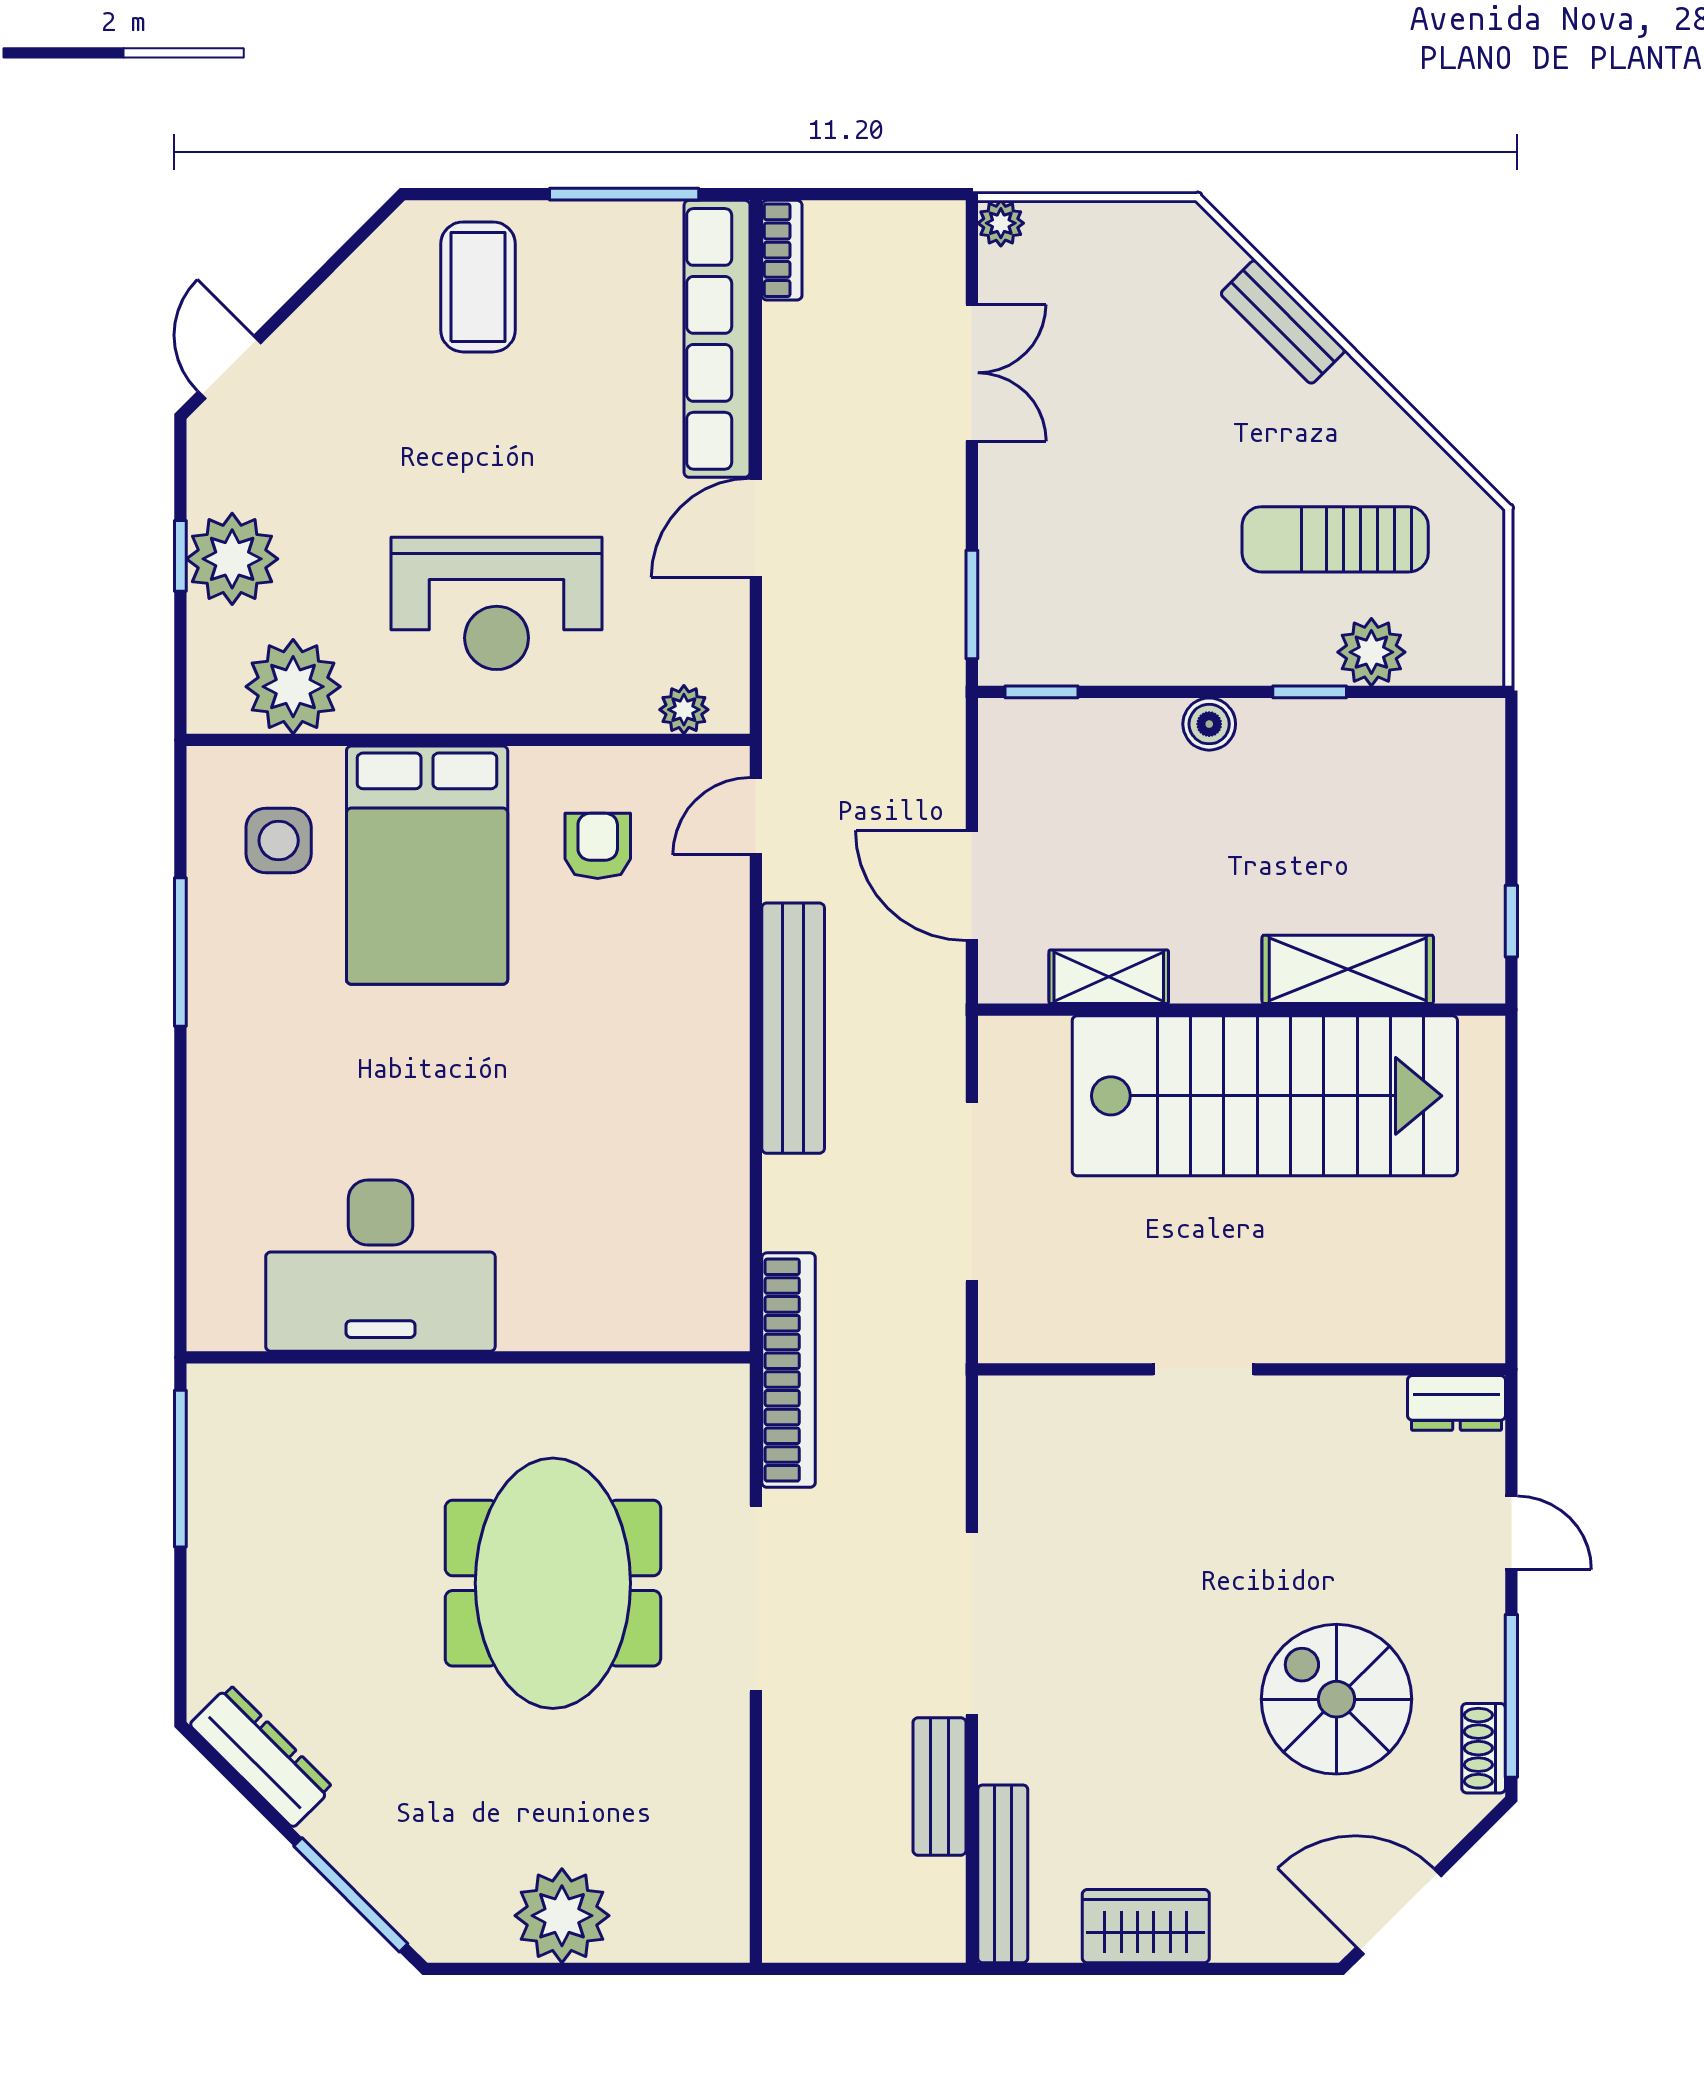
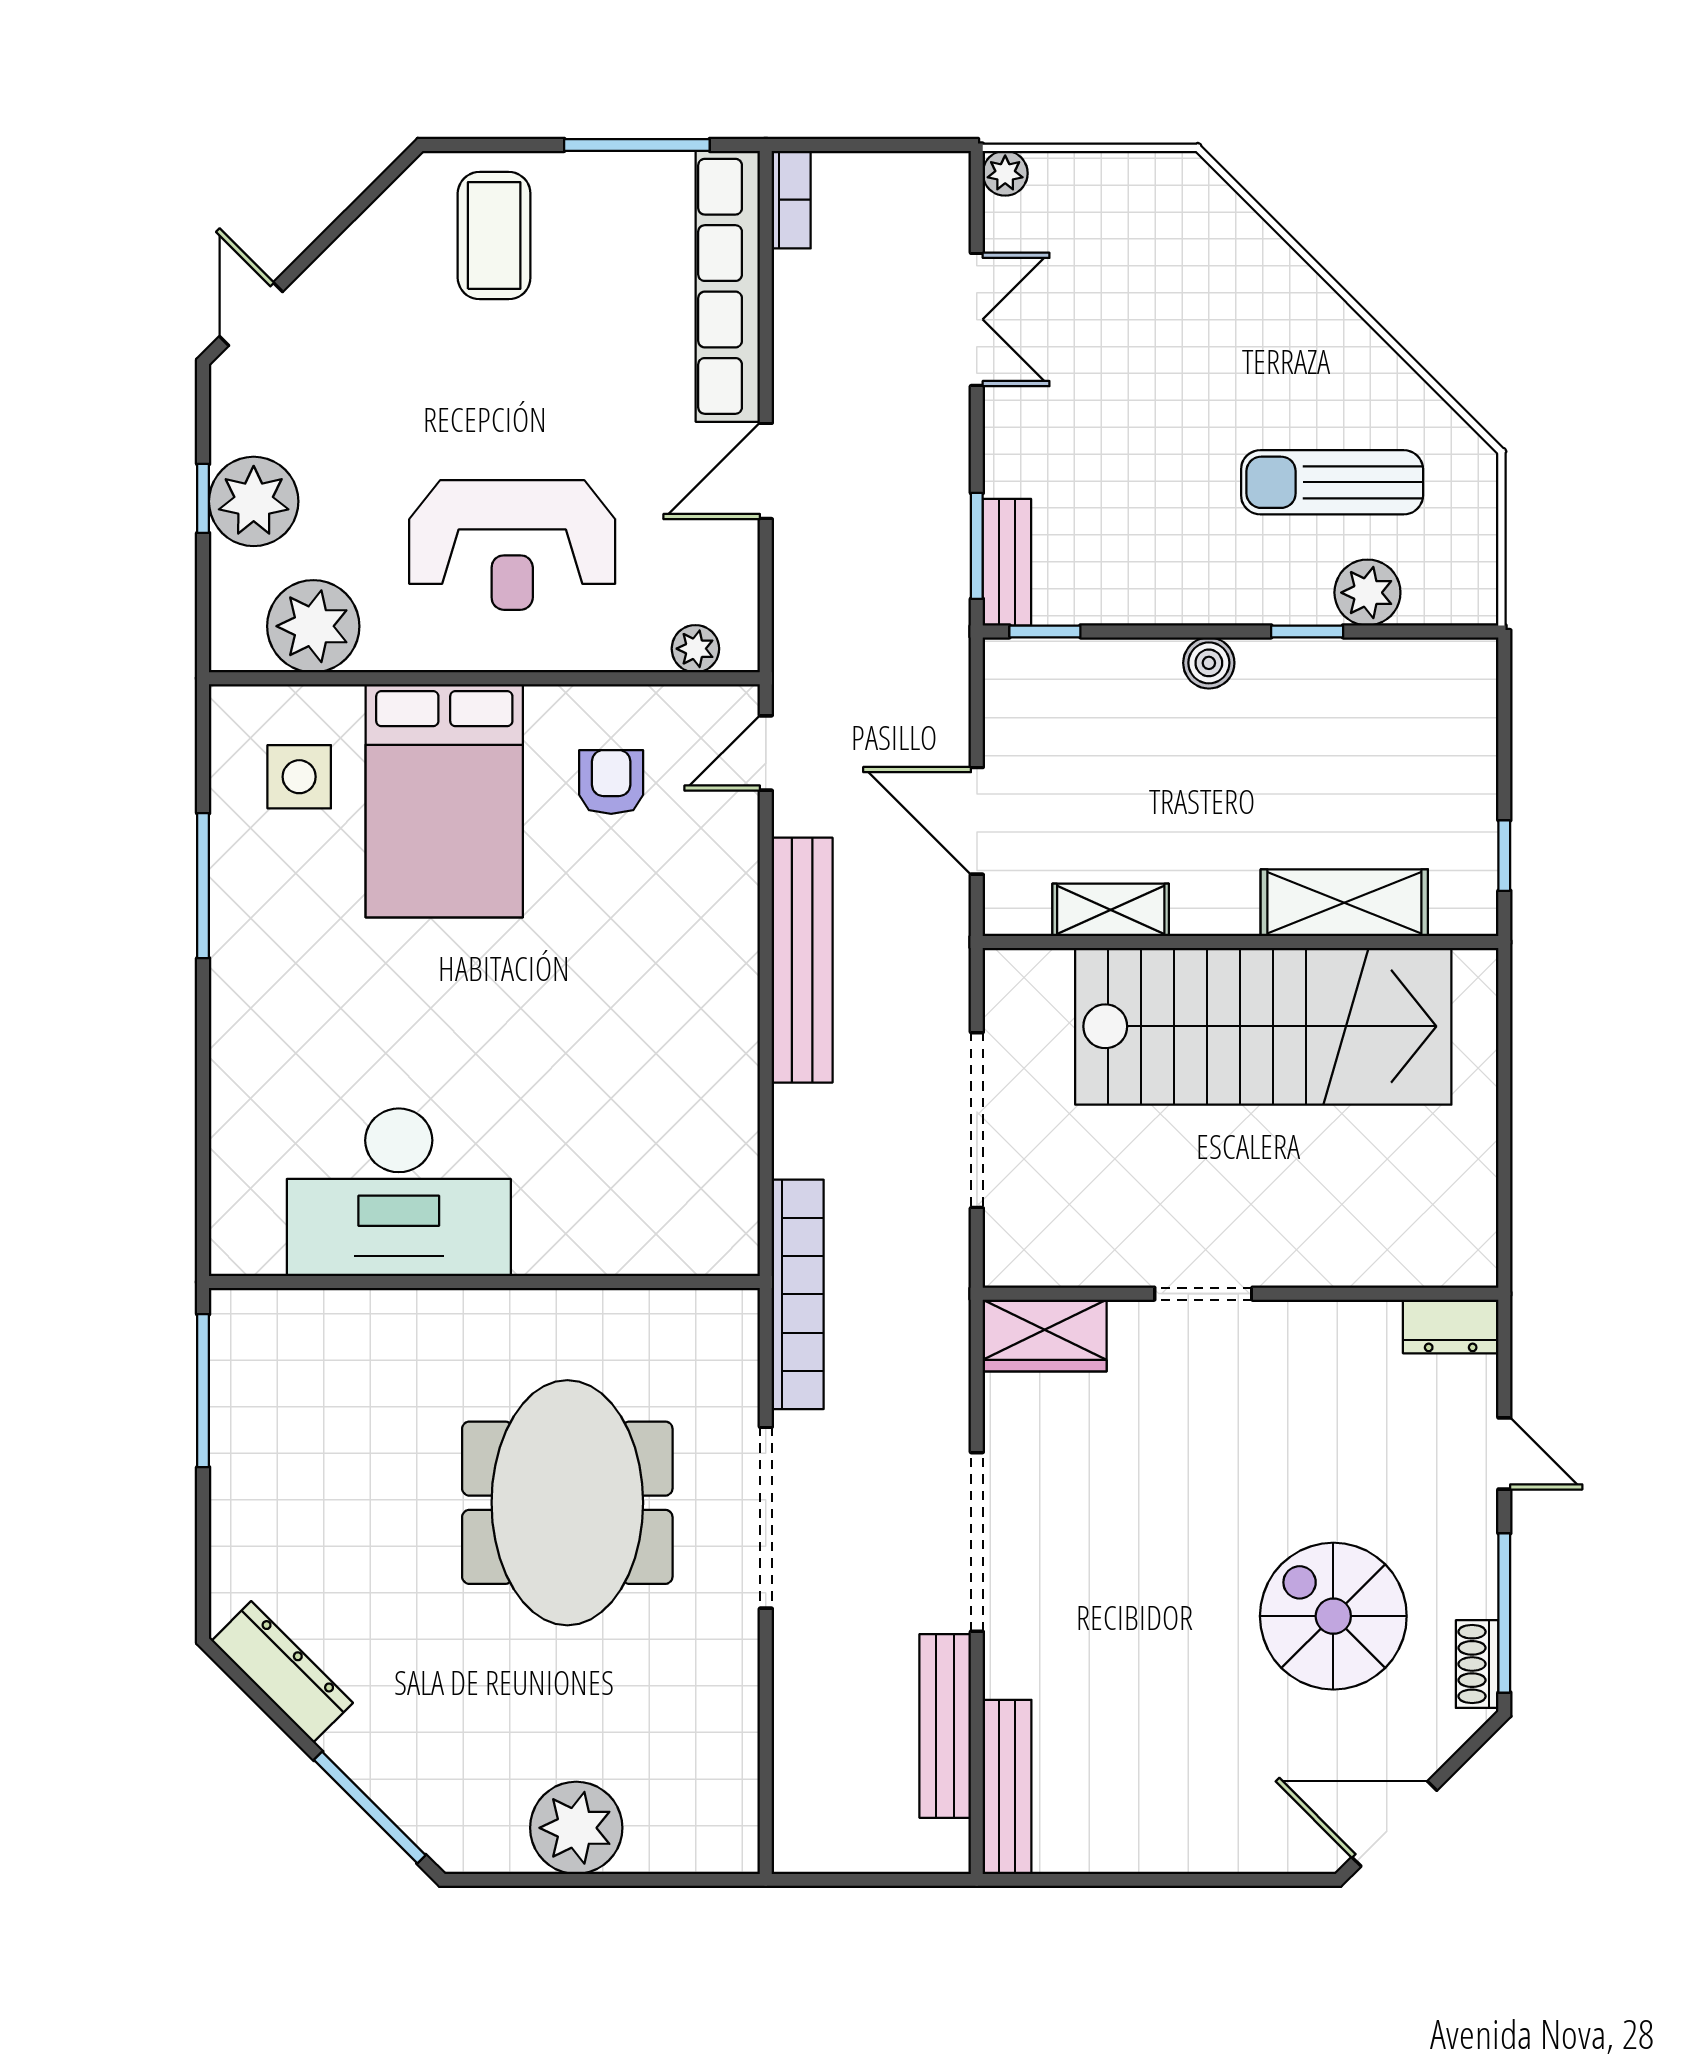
bench: (1283, 322) -> (1007, 562), moved, turned 45
bench: (939, 1786) -> (945, 1726), width x1.36
wardrobe: (1146, 1926) -> (1045, 1336), moved, turned 180

